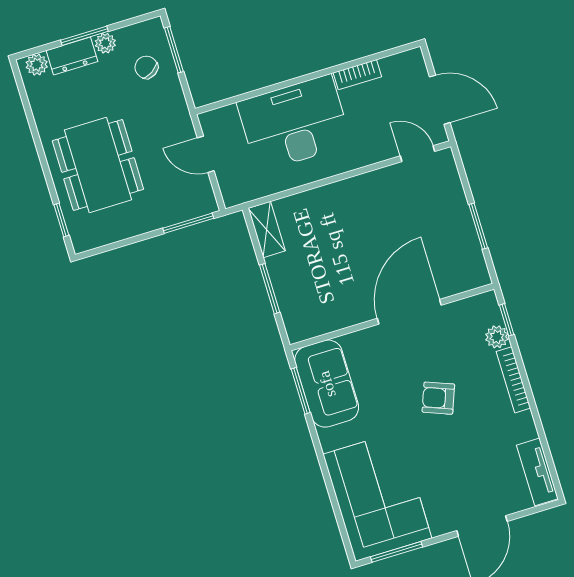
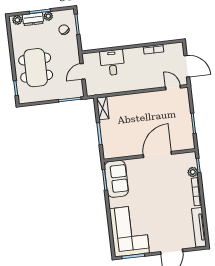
desk: (294, 123) -> (112, 63), width x0.53, depth x0.77
door: (206, 154) -> (83, 71), hinge flipped
armchair: (438, 398) -> (163, 194), removed
tv unit: (537, 472) -> (199, 227), width x1.41

